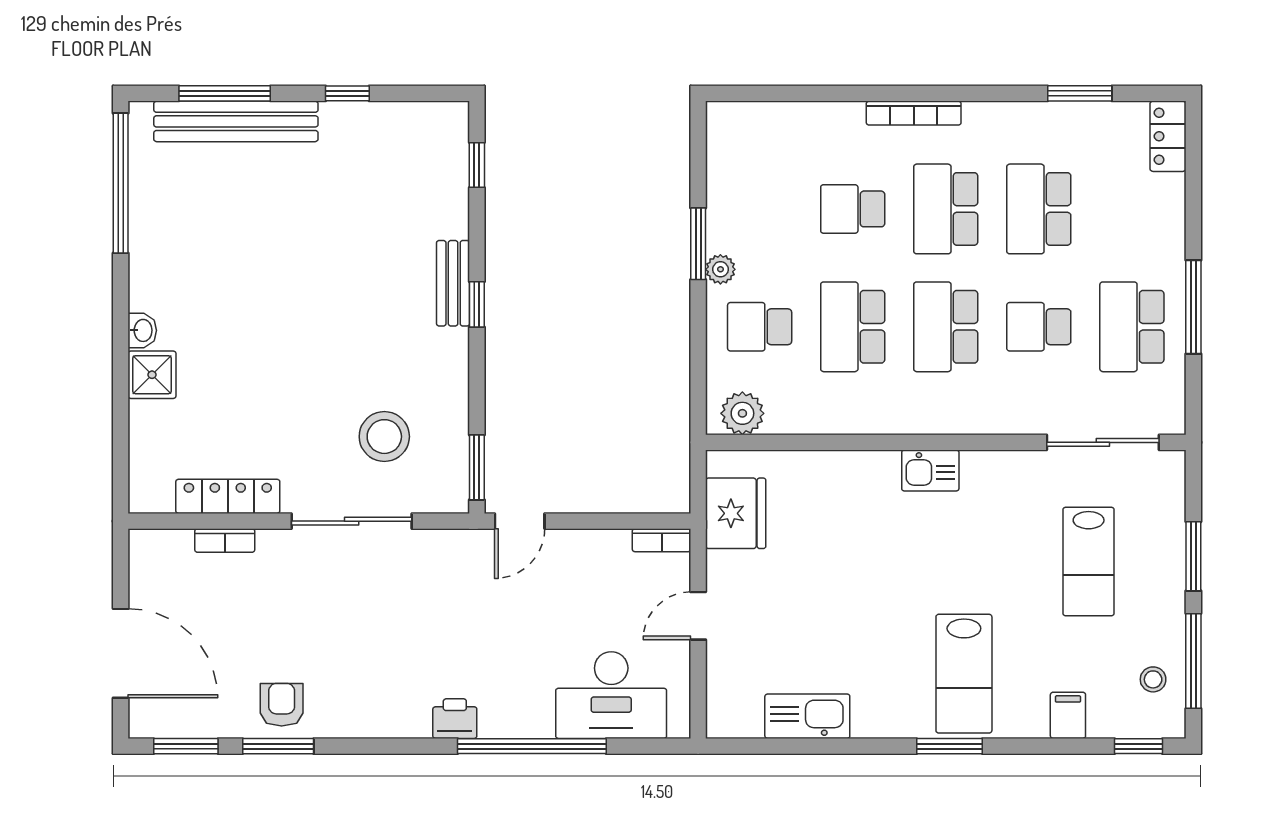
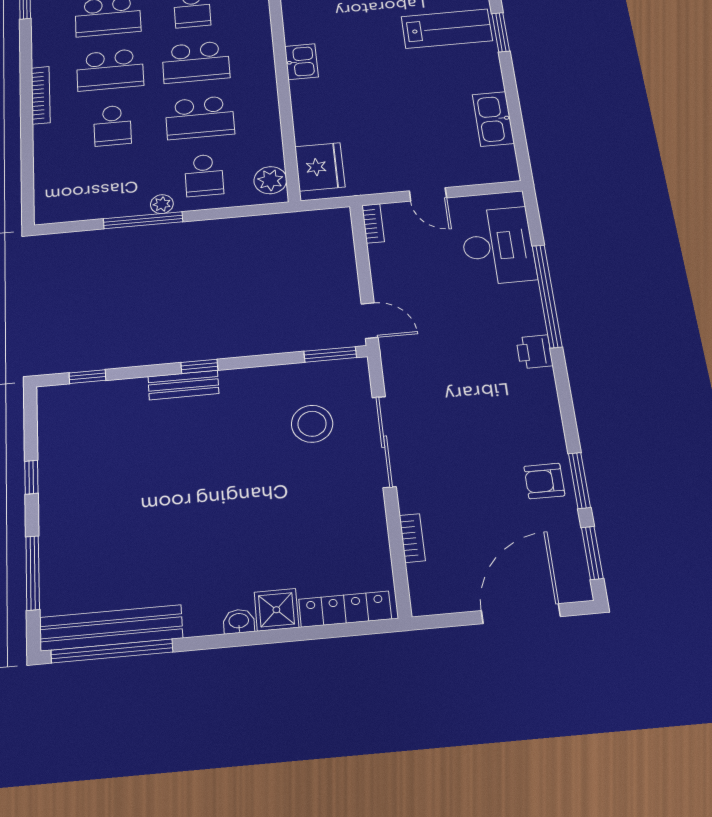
bench: (236, 121) -> (111, 628), moved, turned 90
window: (698, 244) -> (143, 220), width x1.44
locker: (228, 496) -> (345, 609), moved, turned 90
fridge: (736, 513) -> (320, 167), moved, turned 90

